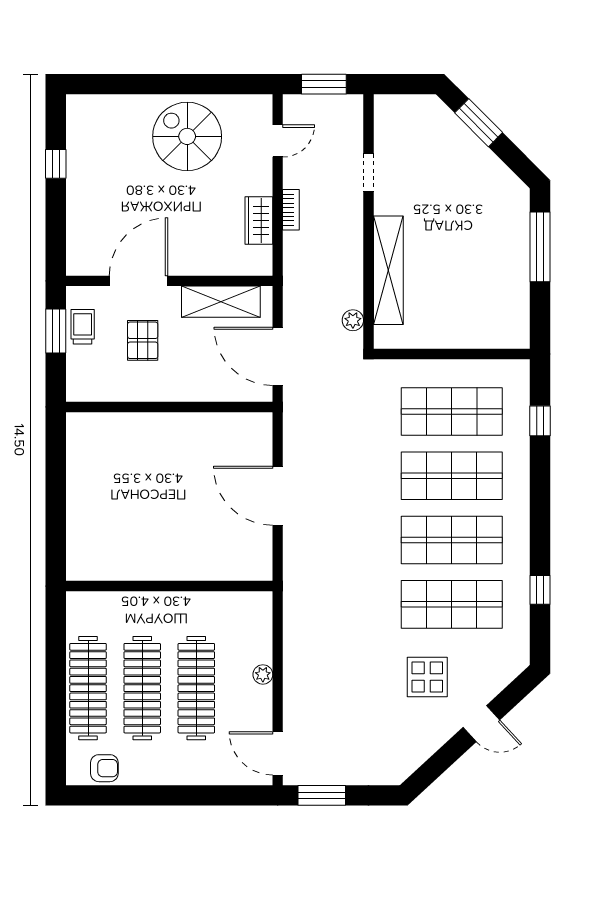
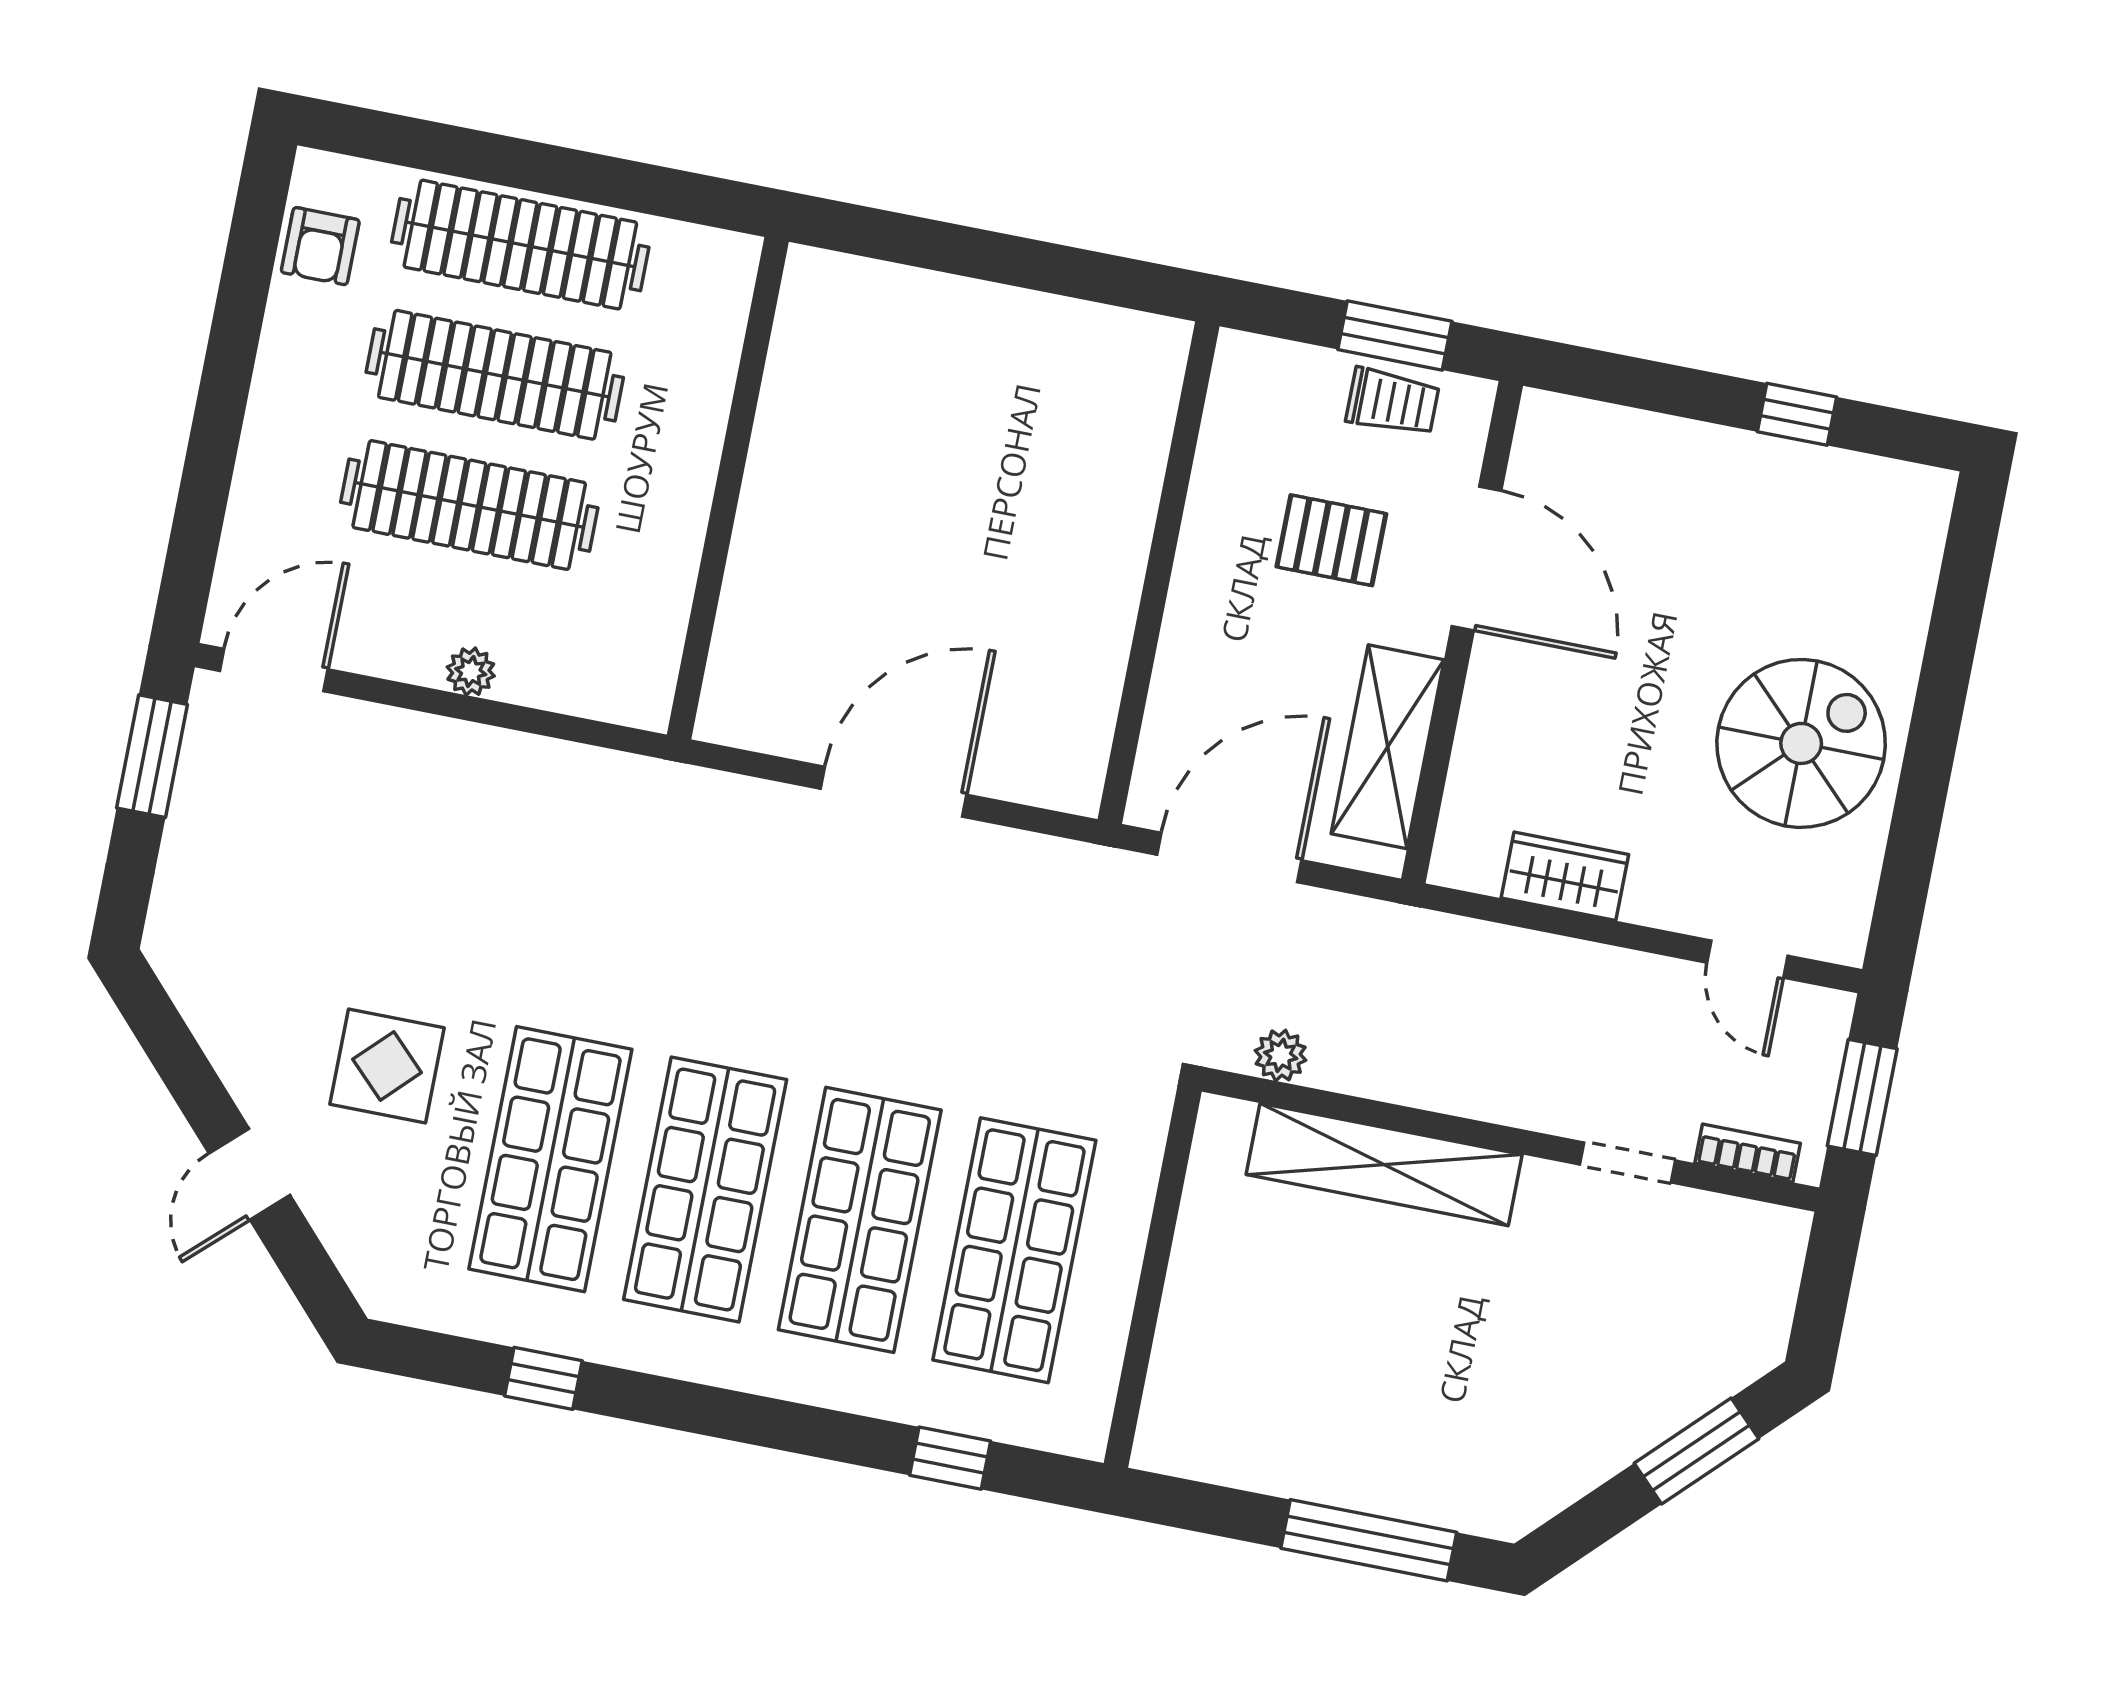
bookcase: (291, 210) -> (1748, 1153), moved, turned 180

